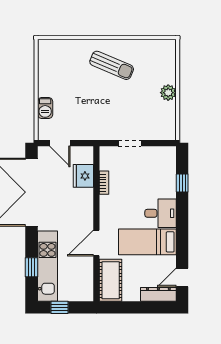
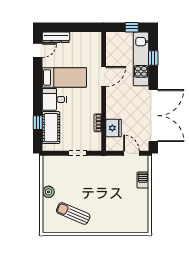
sun lounger: (112, 65) -> (73, 213), moved
cot: (111, 280) -> (51, 128), moved

